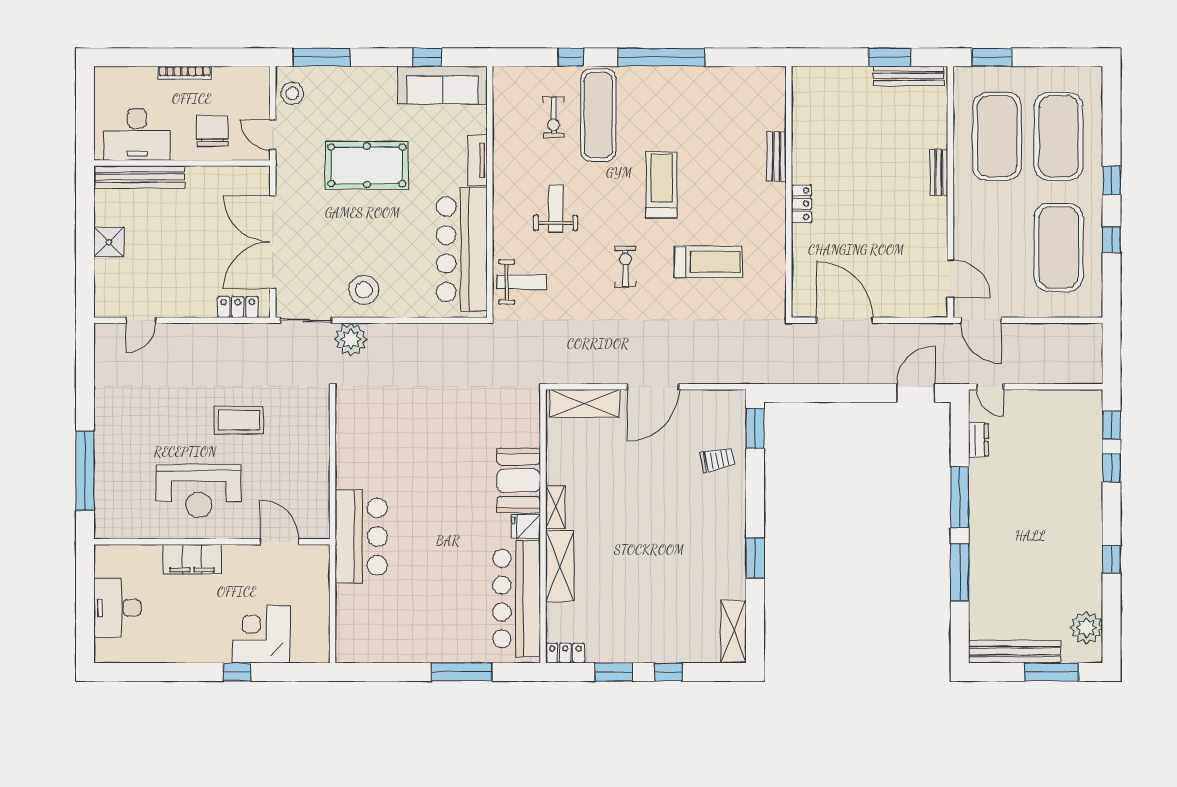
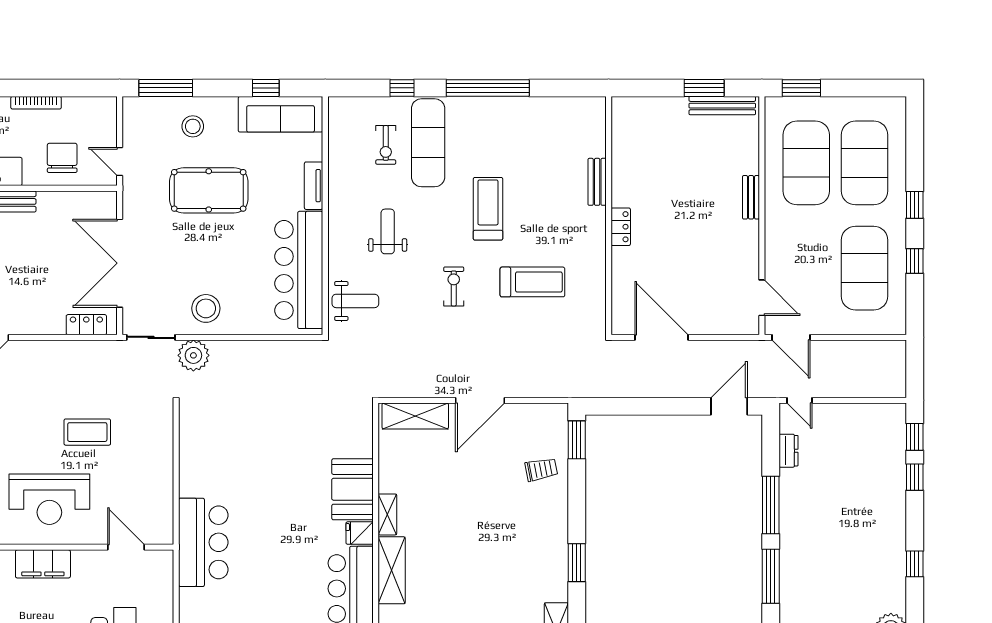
stool: (292, 93) -> (193, 126), moved

